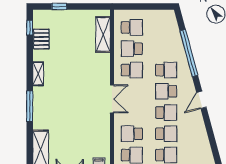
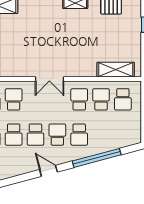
school desk: (132, 70) -> (79, 99), turned 180

